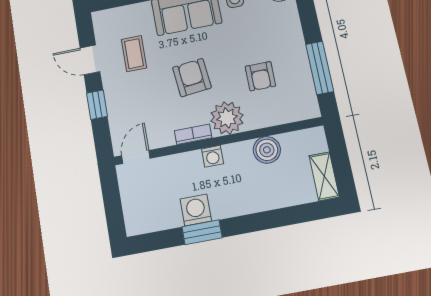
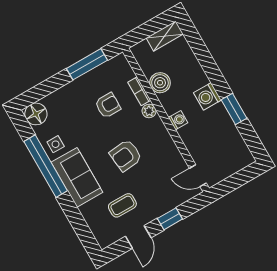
plant: (227, 118) -> (149, 111), width x0.53, depth x0.53
bookcase: (193, 134) -> (139, 91), moved
washing machine: (196, 210) -> (207, 96), moved

